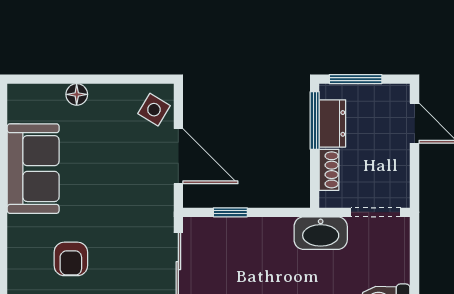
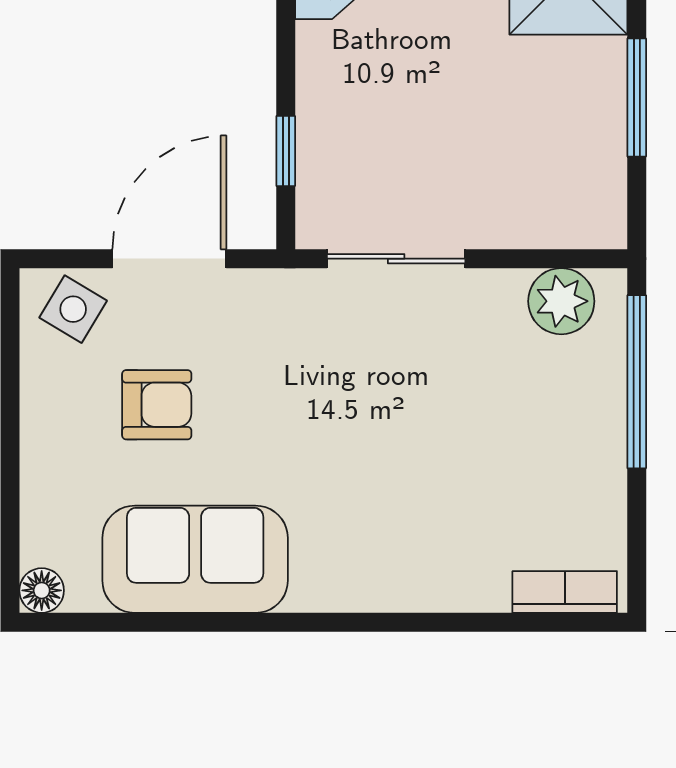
floor lamp: (77, 94) -> (42, 590), moved
armchair: (71, 259) -> (157, 405), moved

